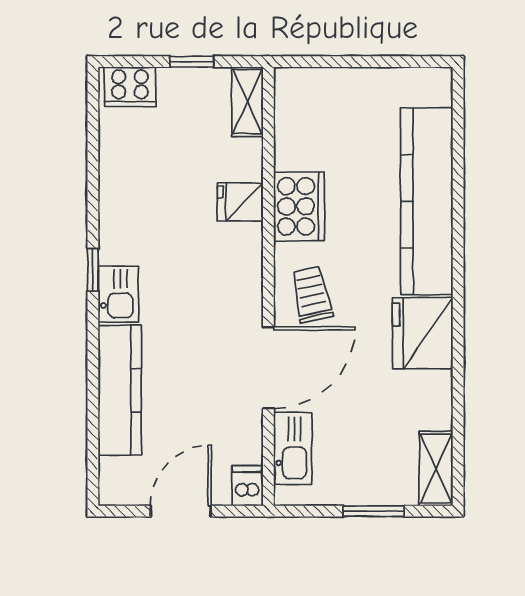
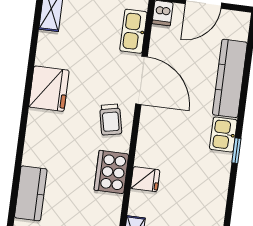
kitchen counter: (427, 201) -> (31, 193), width x0.48, depth x0.86
door: (268, 368) -> (141, 80), swing flipped

